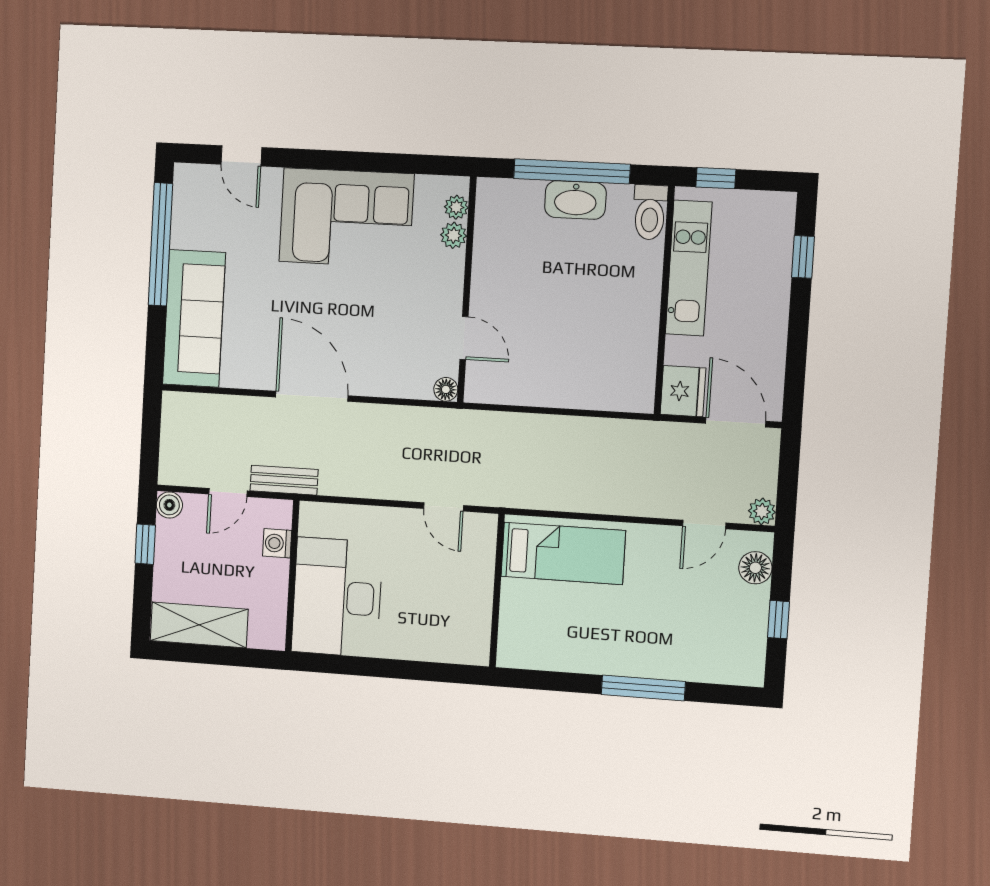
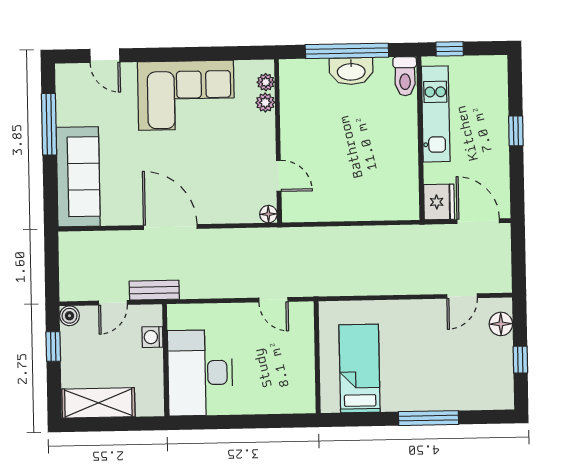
window: (160, 244) -> (49, 124), width x0.68
window: (803, 257) -> (516, 131), moved
plant: (762, 511) -> (502, 283), removed
bed: (563, 553) -> (360, 368), moved, turned -90

